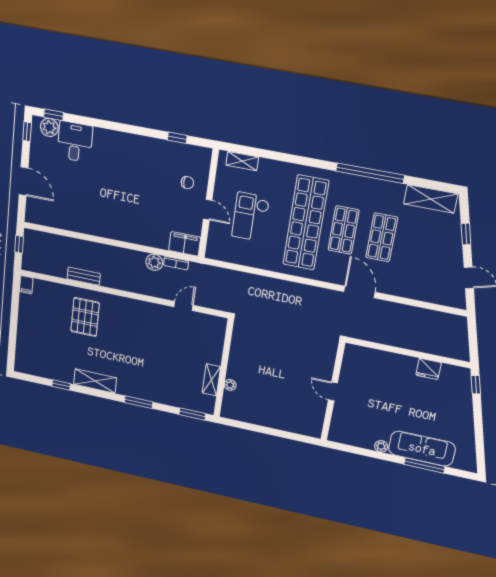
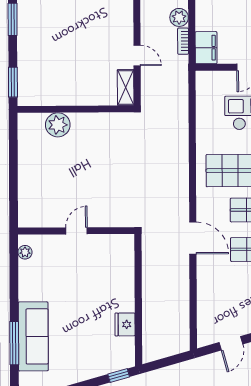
door: (359, 292) -> (193, 238), hinge flipped
shelving: (211, 380) -> (126, 87), moved, turned 90
plant: (230, 385) -> (58, 125), width x1.88, depth x1.88
plant: (381, 446) -> (25, 252), moved

